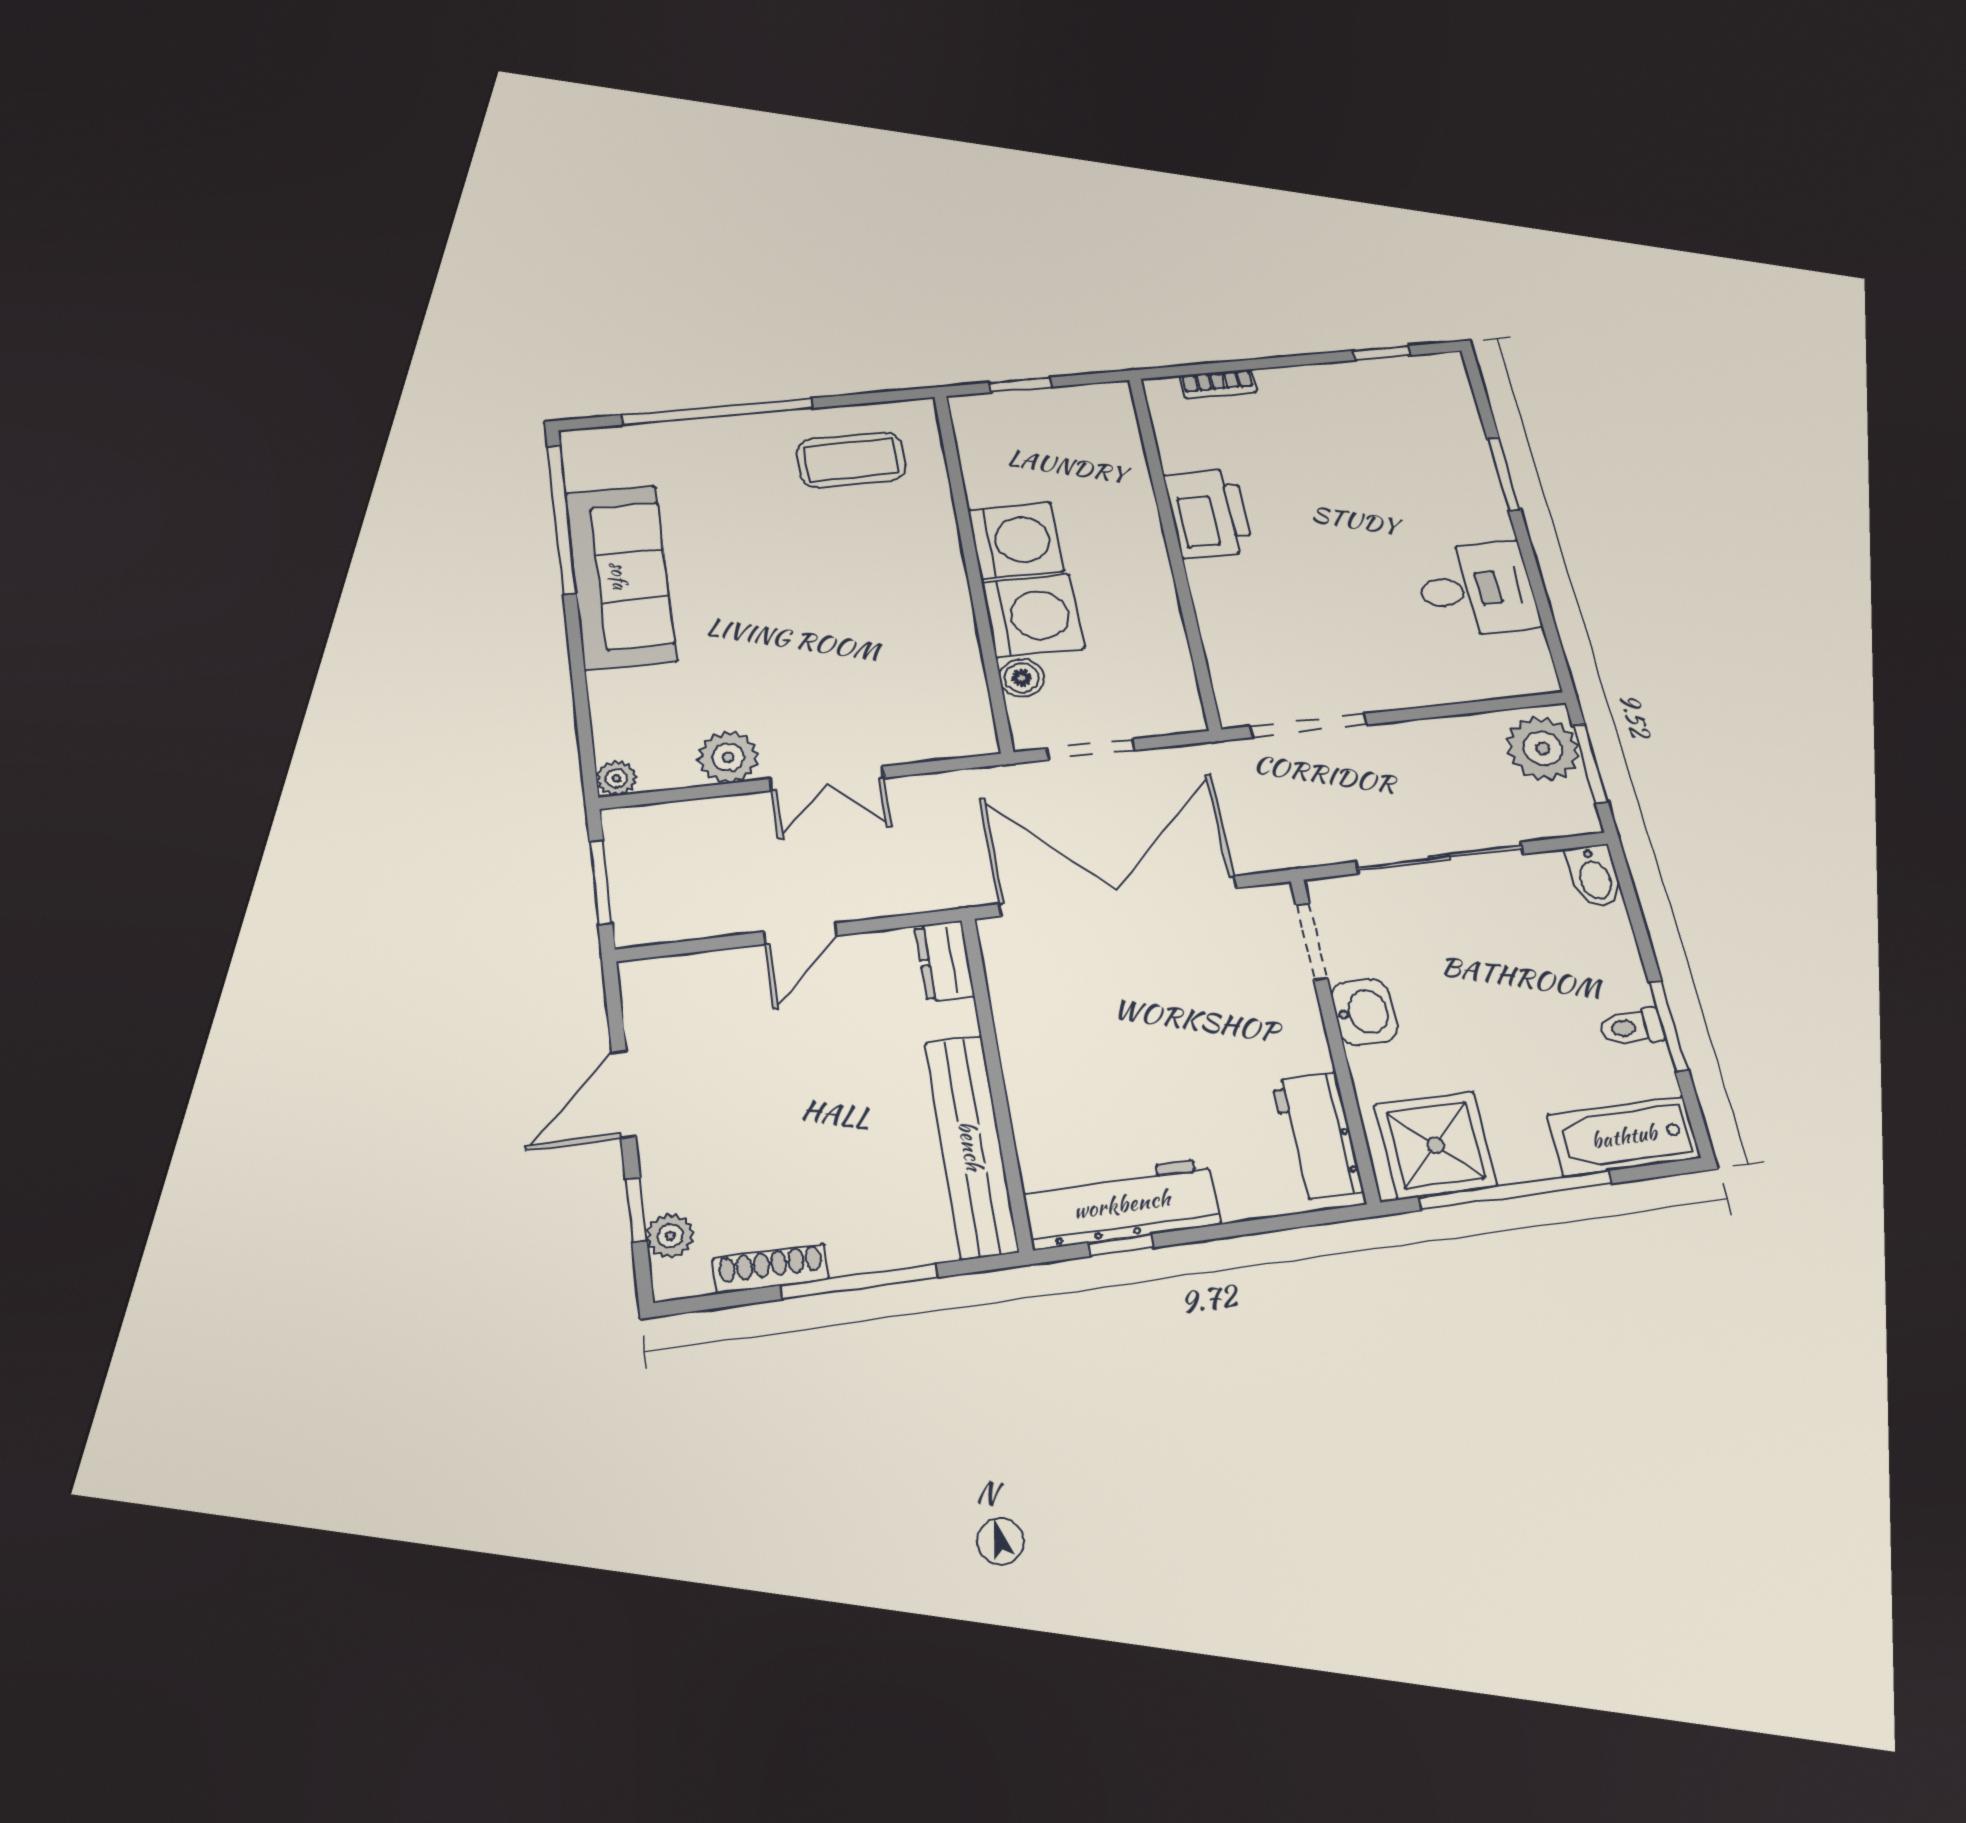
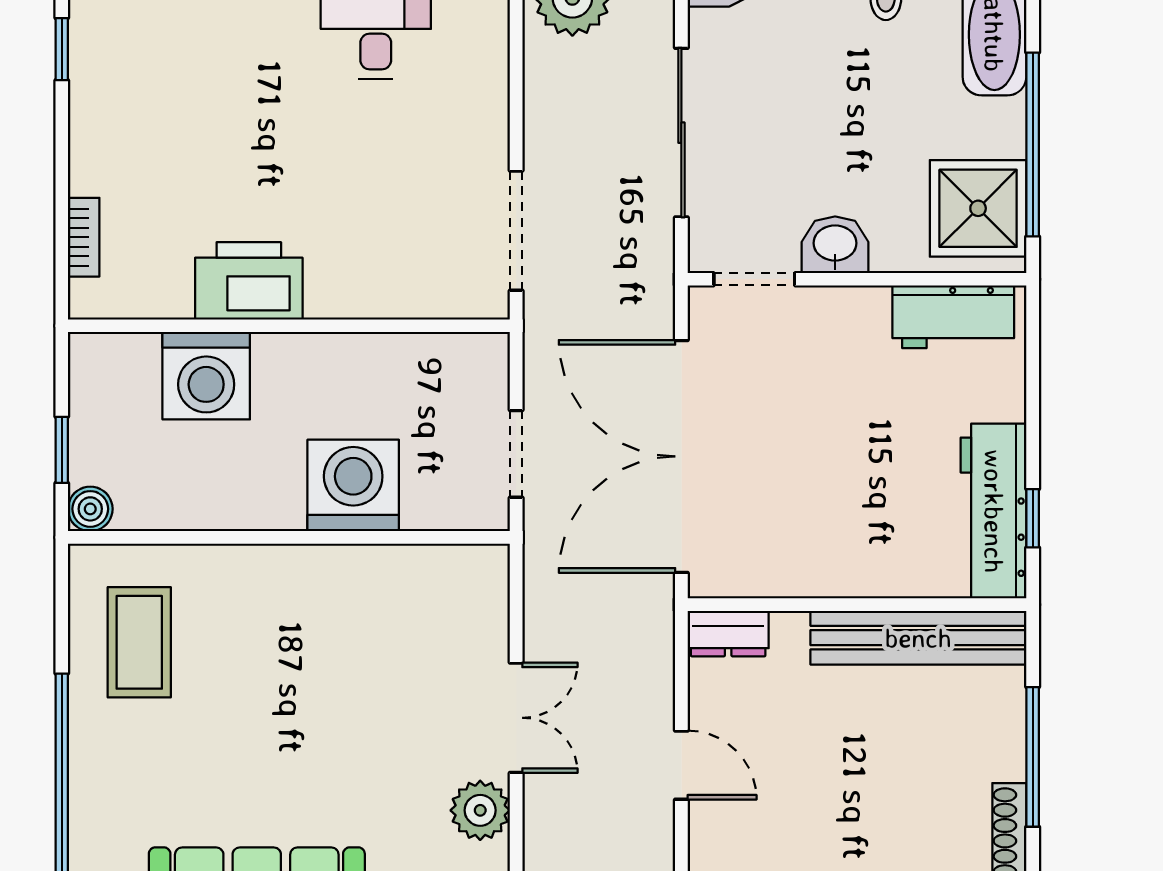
washing machine: (1016, 540) -> (206, 376), moved, turned 180
boiler: (1022, 678) -> (90, 509), moved

